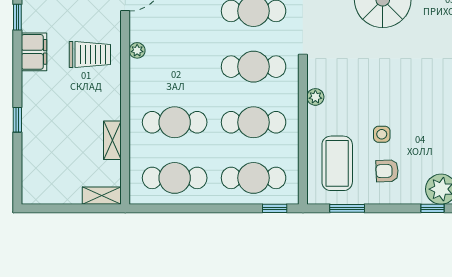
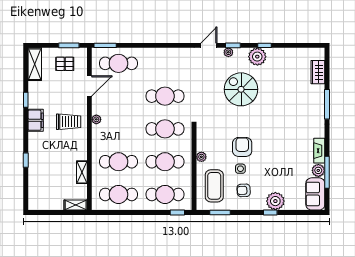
plant: (315, 97) -> (201, 157), moved
armchair: (385, 97) -> (242, 147), added

